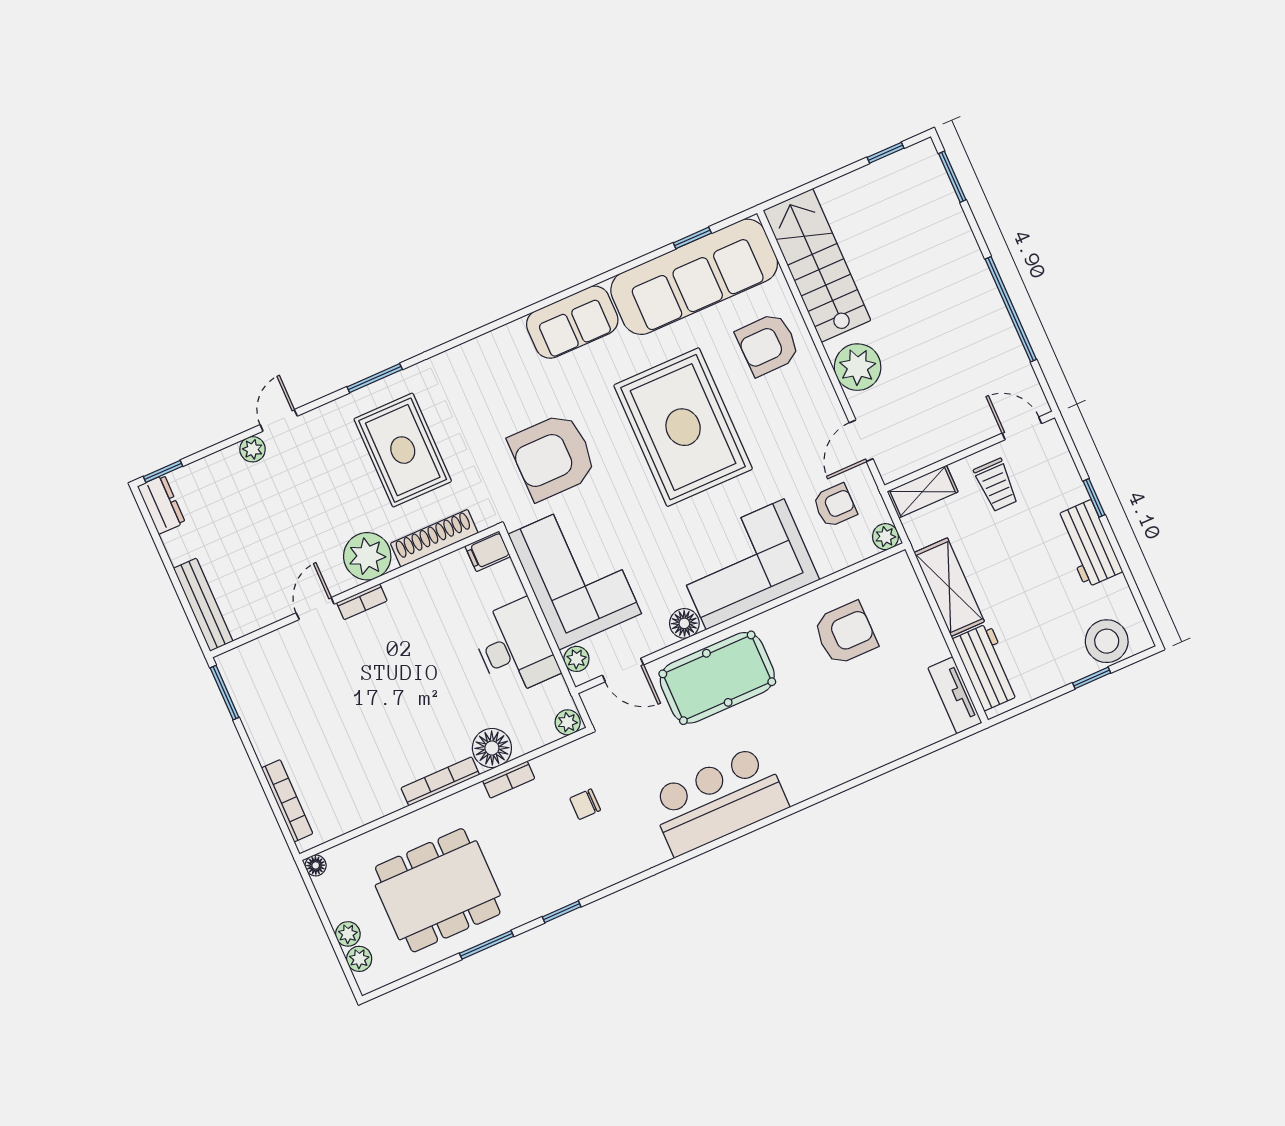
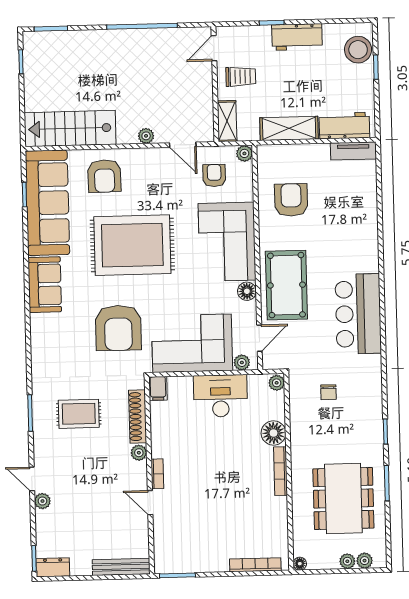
plant: (858, 367) -> (146, 136), width x0.53, depth x0.53
rug: (403, 450) -> (79, 414), width x0.73, depth x0.70
plant: (367, 556) -> (139, 453), width x0.53, depth x0.53
bookcase: (509, 780) -> (296, 431), removed

